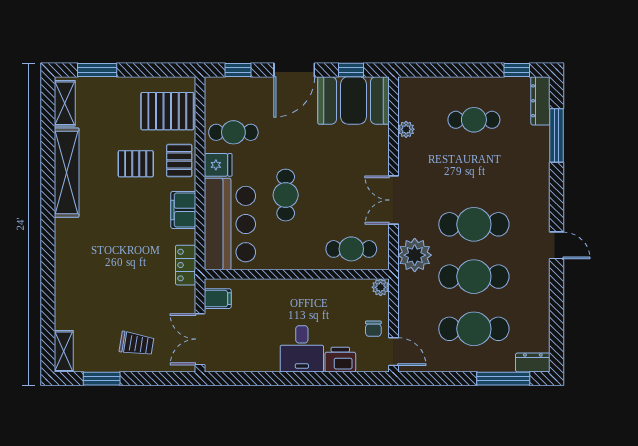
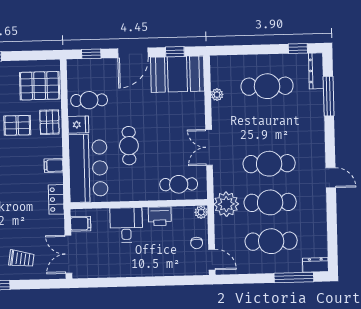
cafe table: (474, 120) -> (267, 86), width x1.37, depth x1.35
filing cabinet: (183, 210) -> (54, 166), width x0.50
plant: (415, 255) -> (226, 204), moved
desk: (302, 349) -> (126, 225), moved, turned 180
printer: (340, 360) -> (160, 216), moved, turned 180

